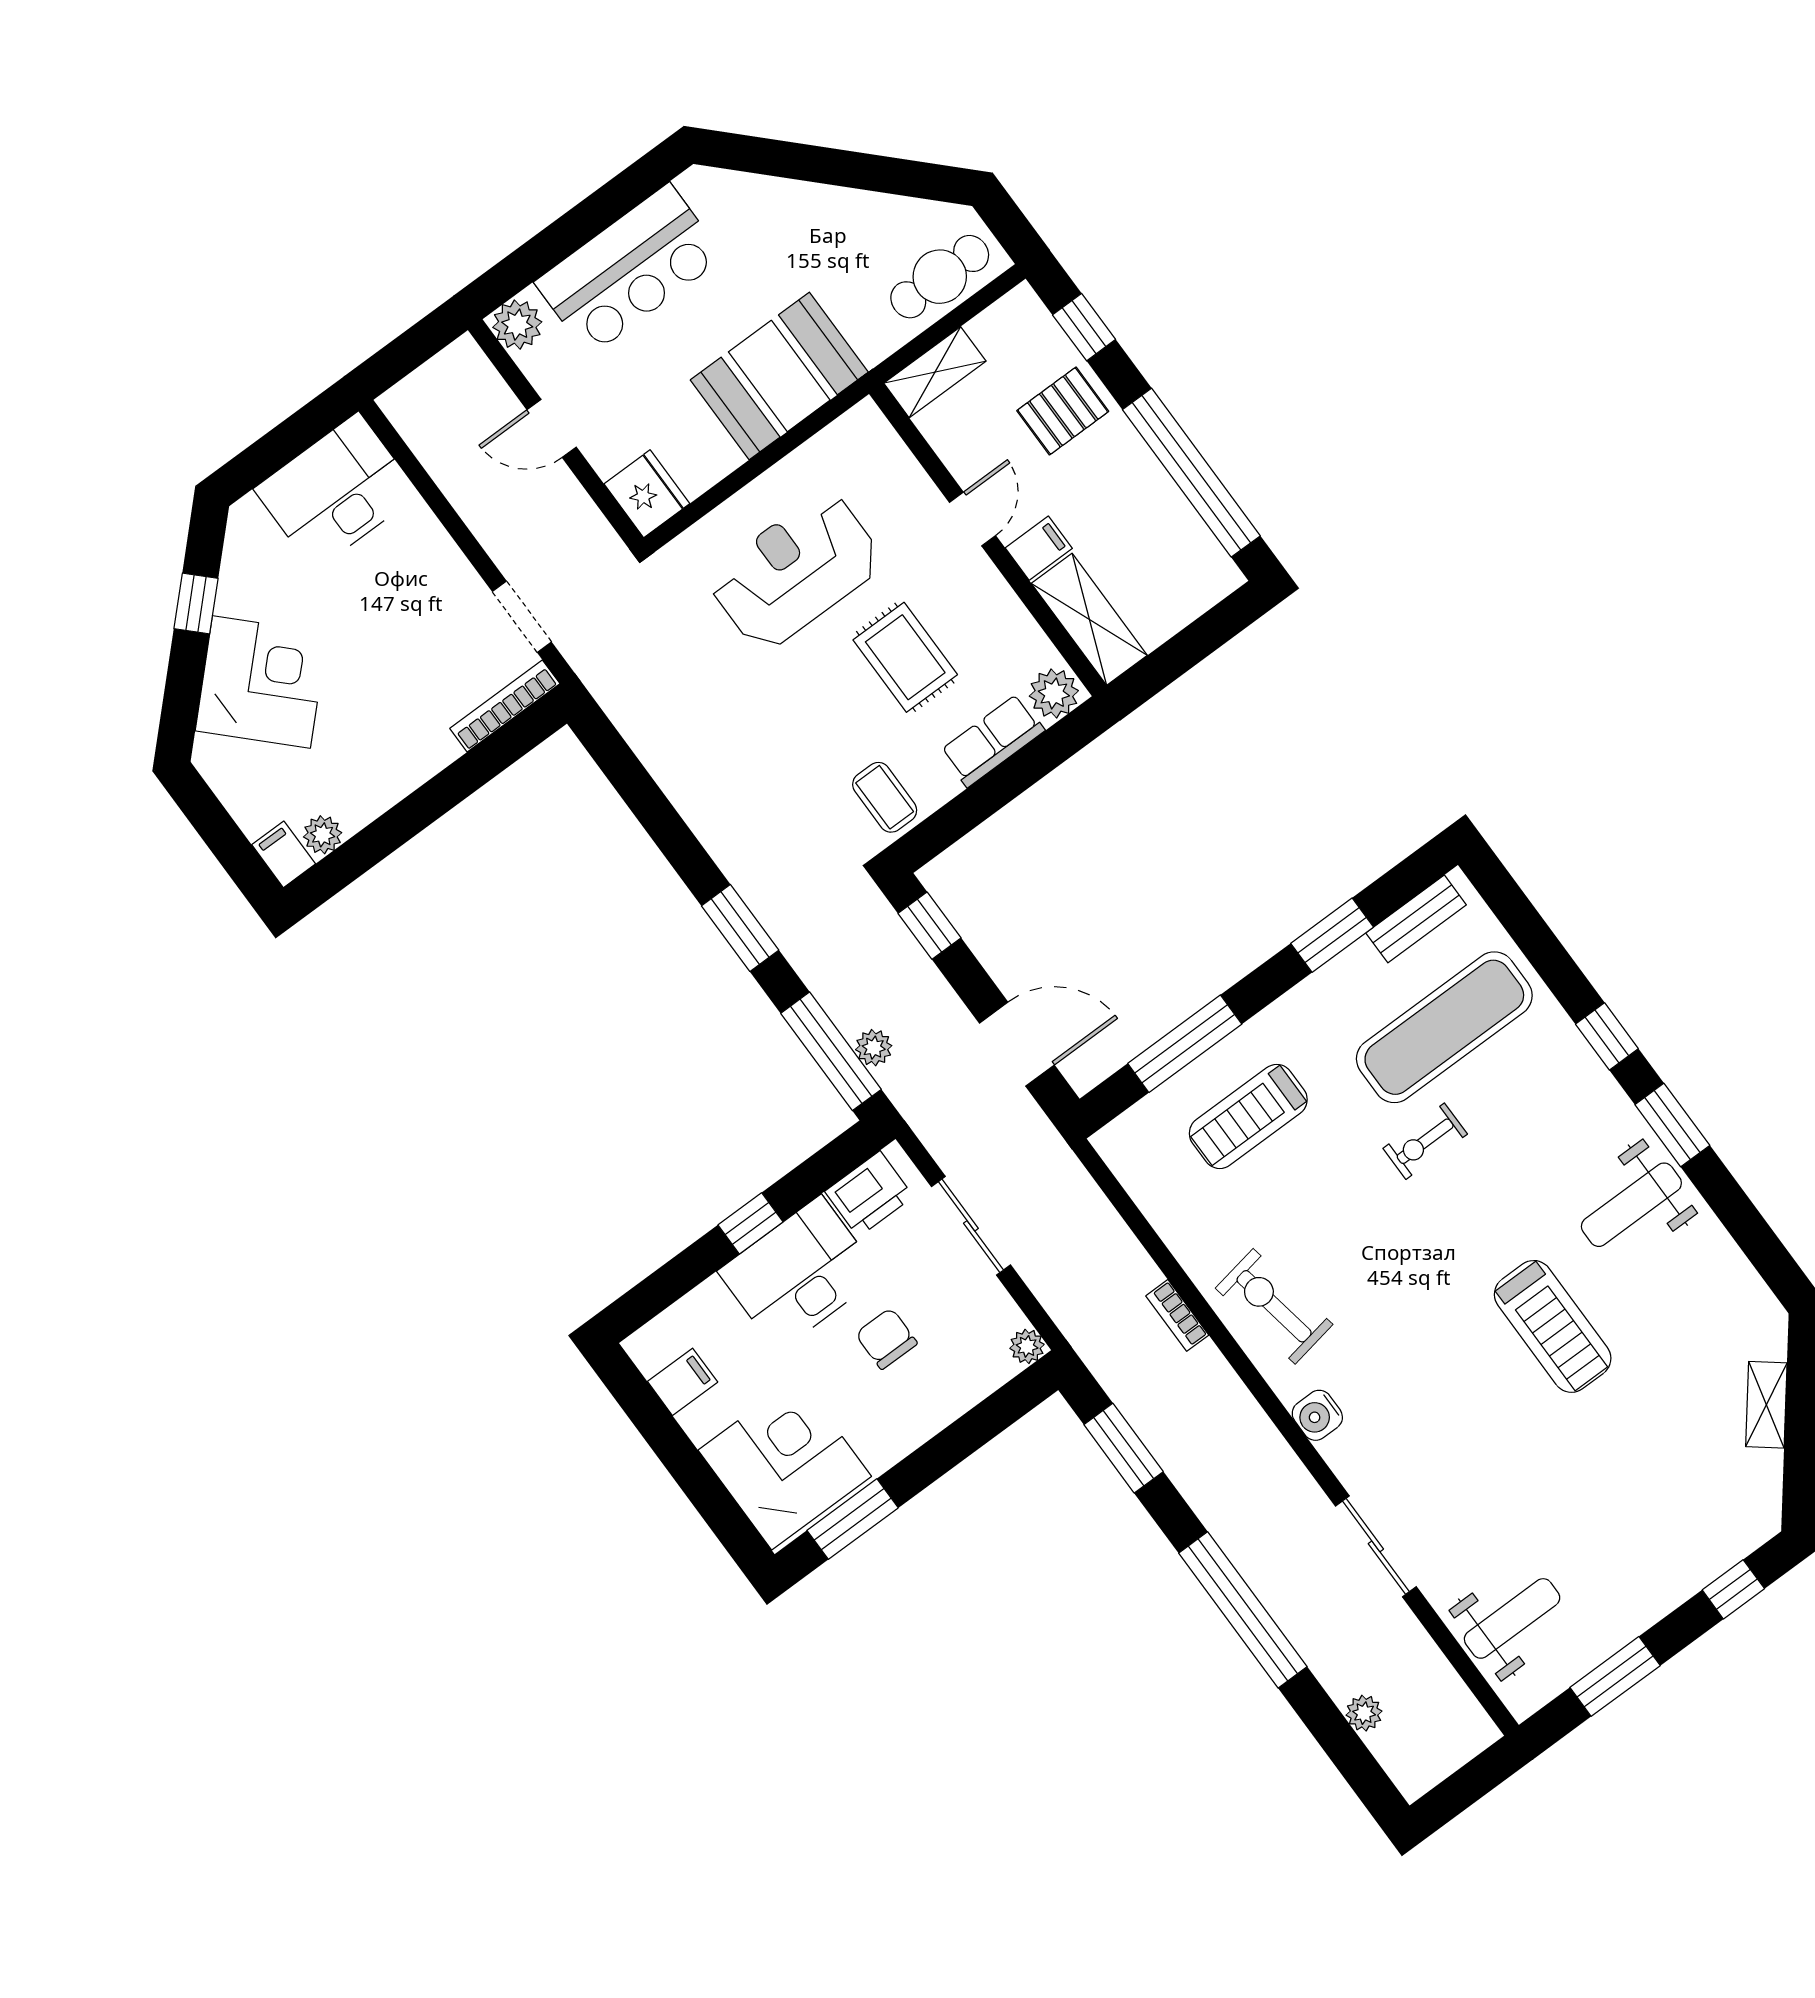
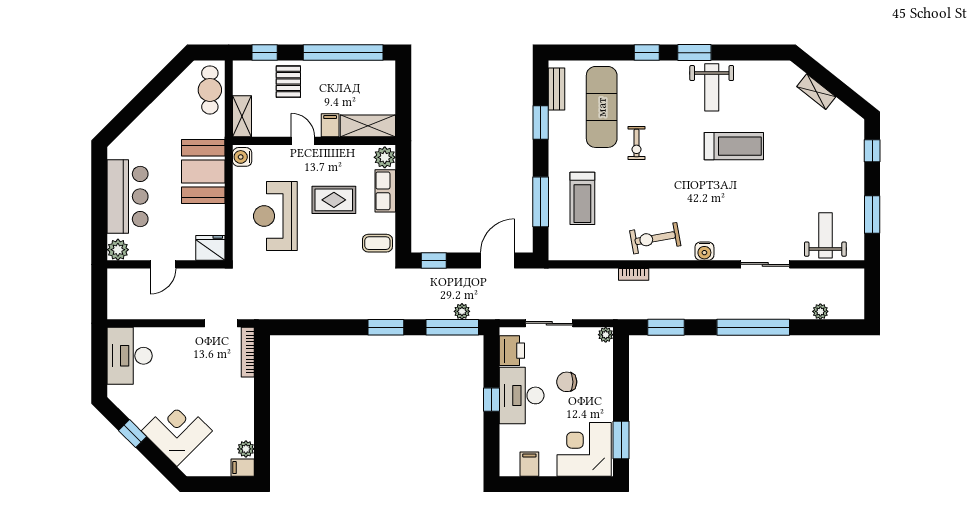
water cooler: (860, 428) -> (242, 157), added

